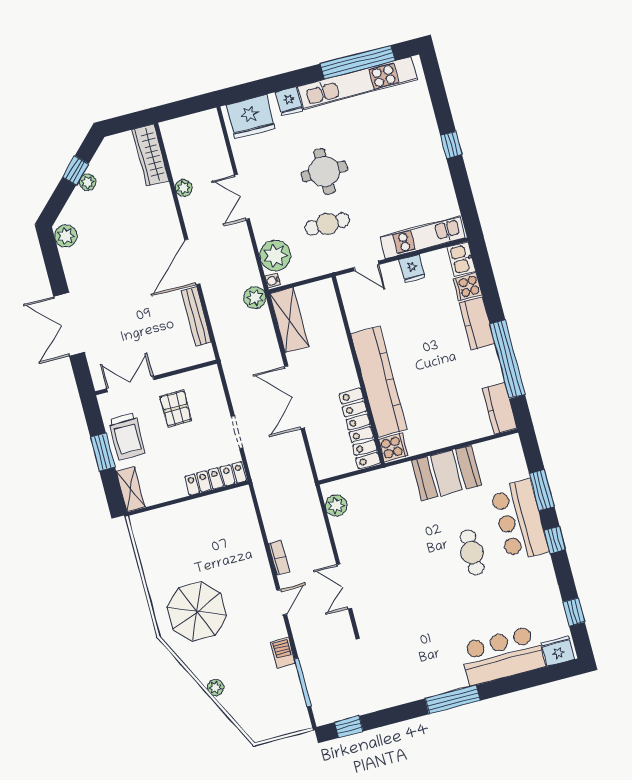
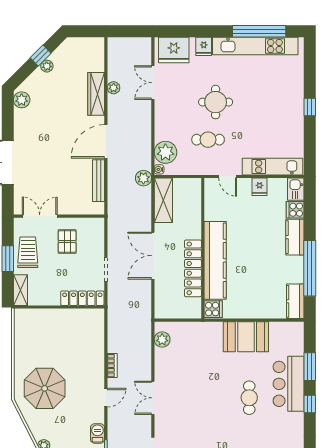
wardrobe: (150, 155) -> (96, 94), moved
double door: (242, 197) -> (153, 83), moved
locker: (360, 428) -> (193, 268), moved
trolley: (127, 436) -> (28, 252), turned 180

